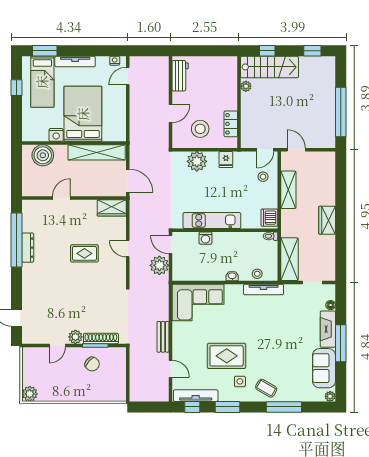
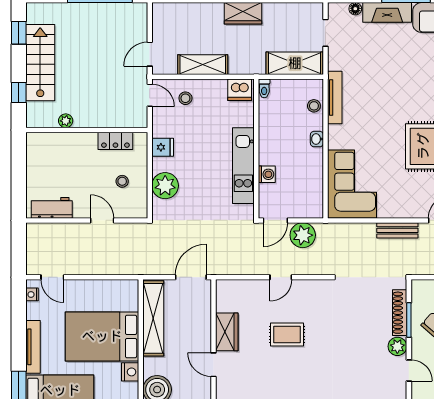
stairs: (269, 67) -> (40, 63), moved
stool: (200, 129) -> (122, 181), width x0.53, depth x0.53
wardrobe: (112, 208) -> (227, 332), moved
rug: (84, 253) -> (287, 334), turned 90

